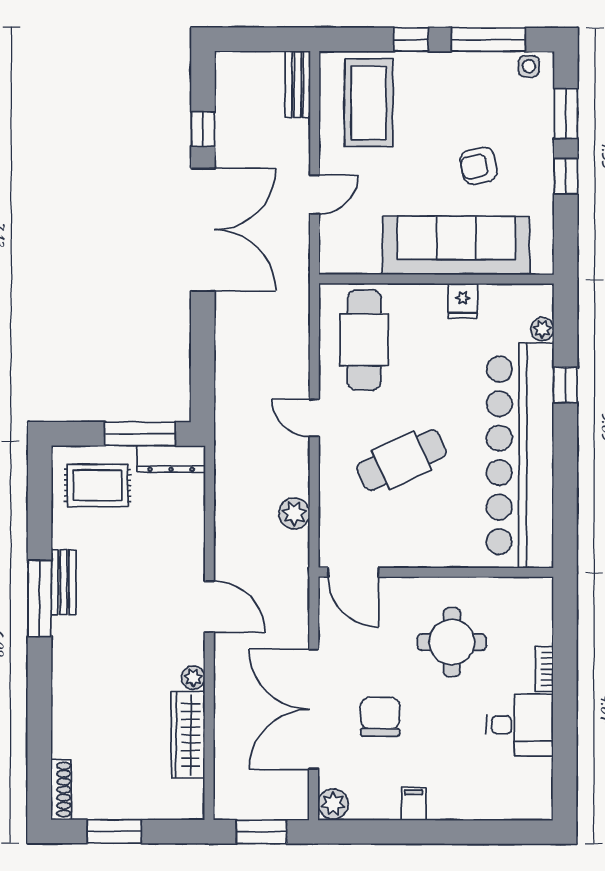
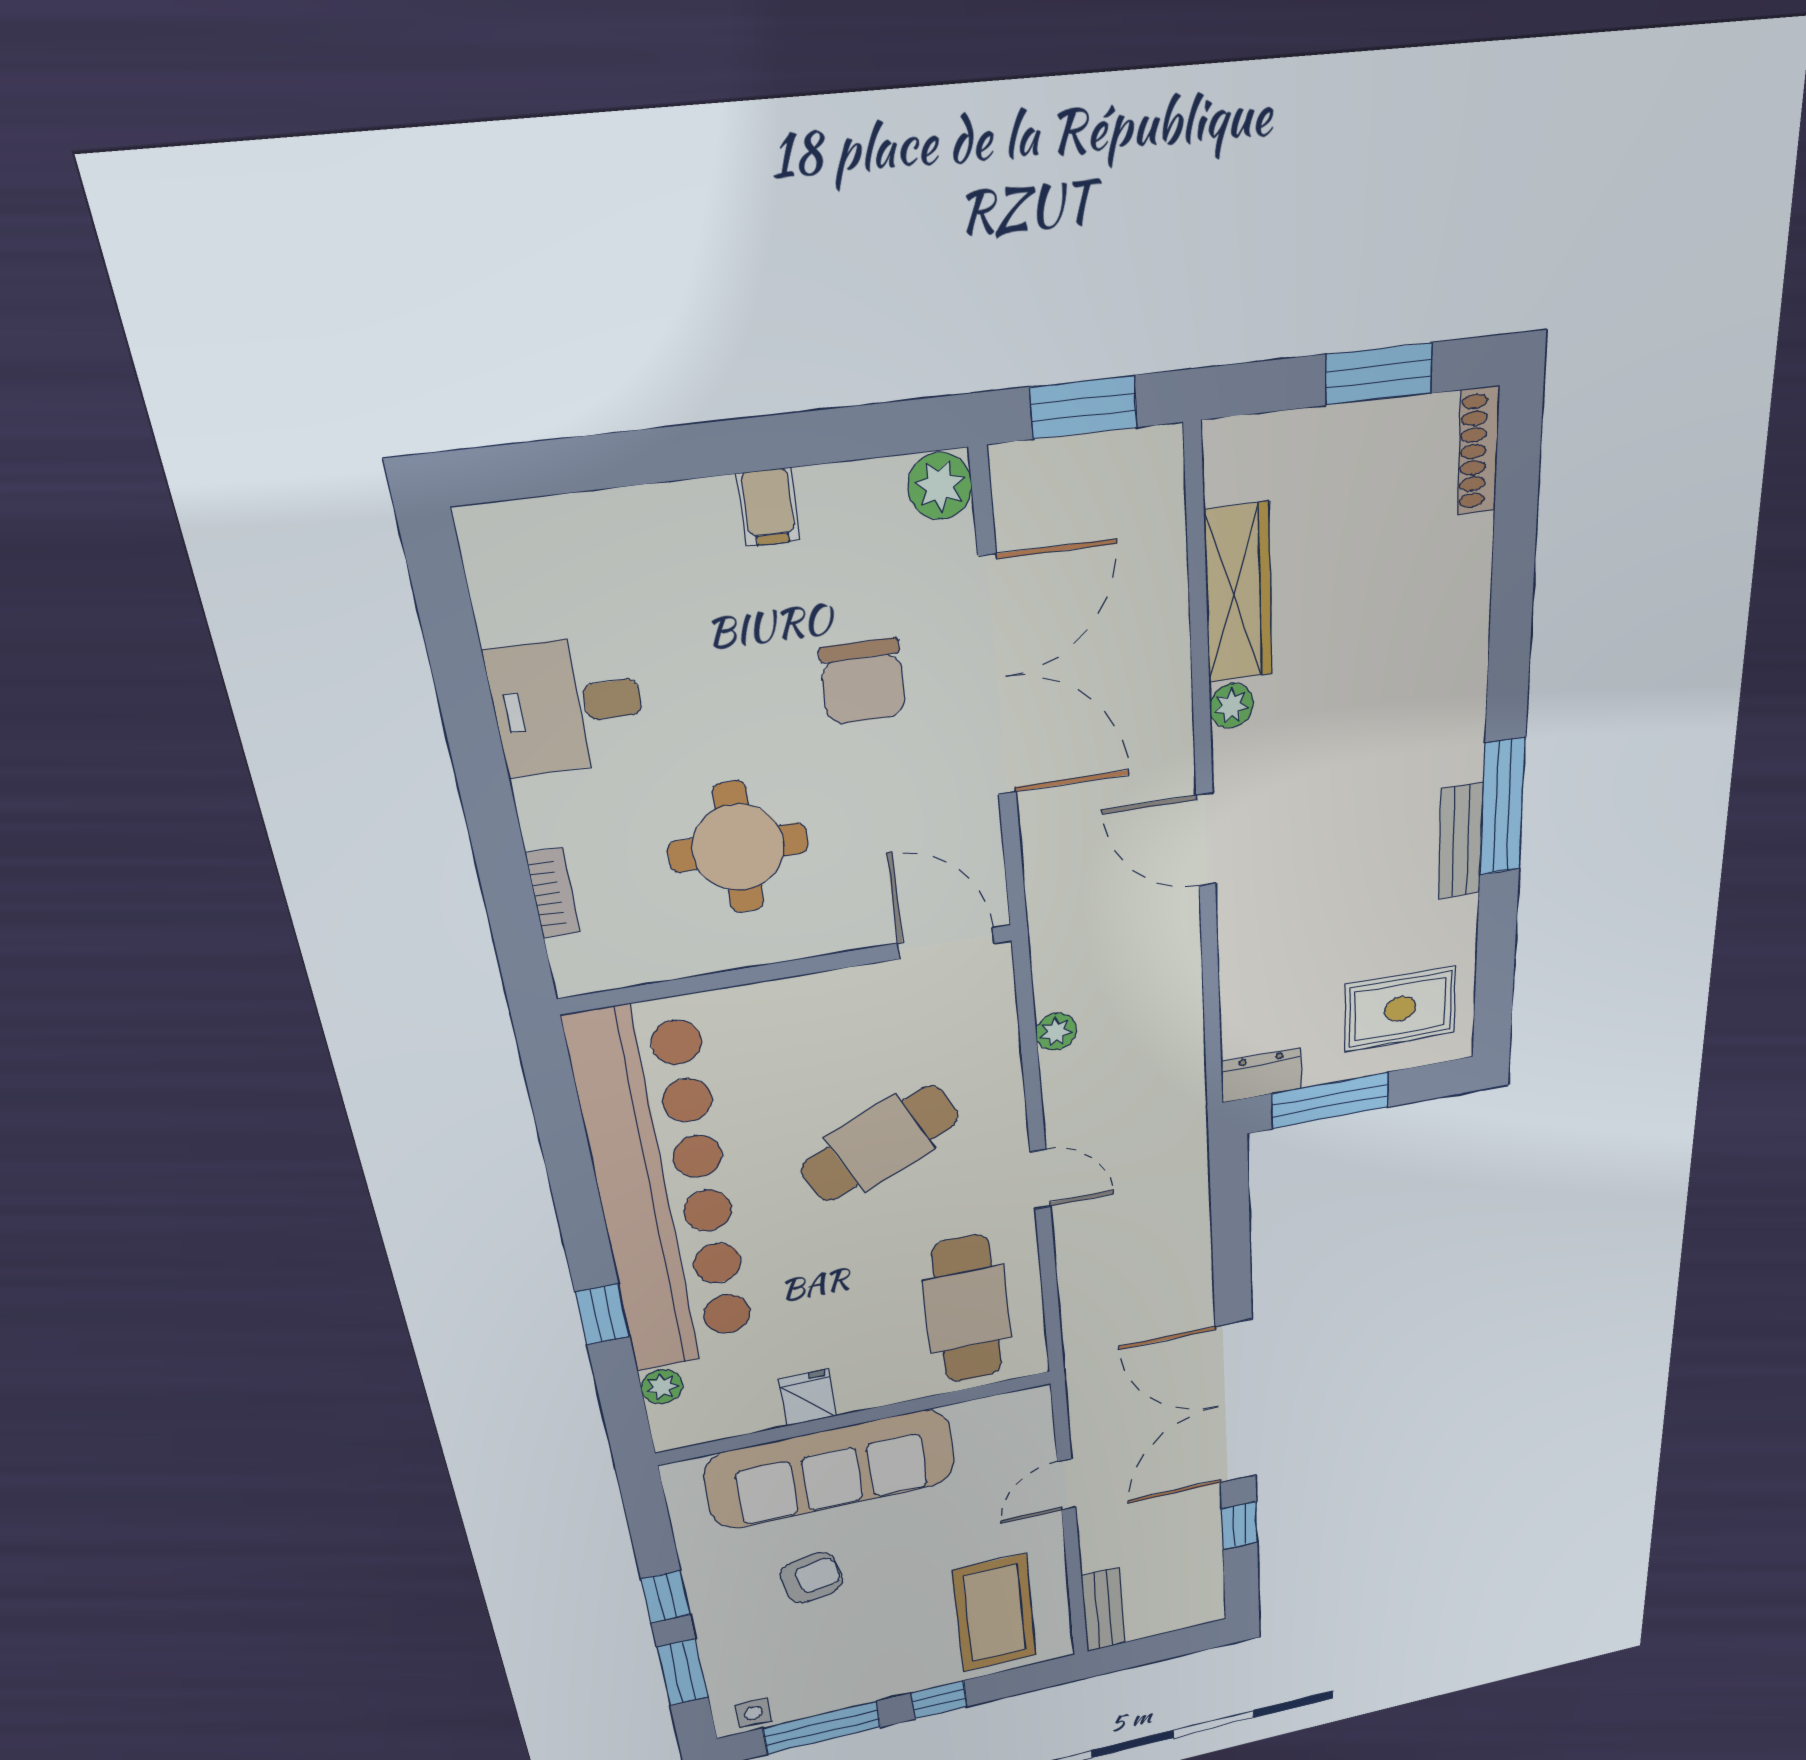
dresser: (171, 459) -> (1261, 1075), width x0.70
plant: (294, 513) -> (1056, 1032), width x0.73, depth x0.73
bookcase: (544, 669) -> (553, 893), moved

